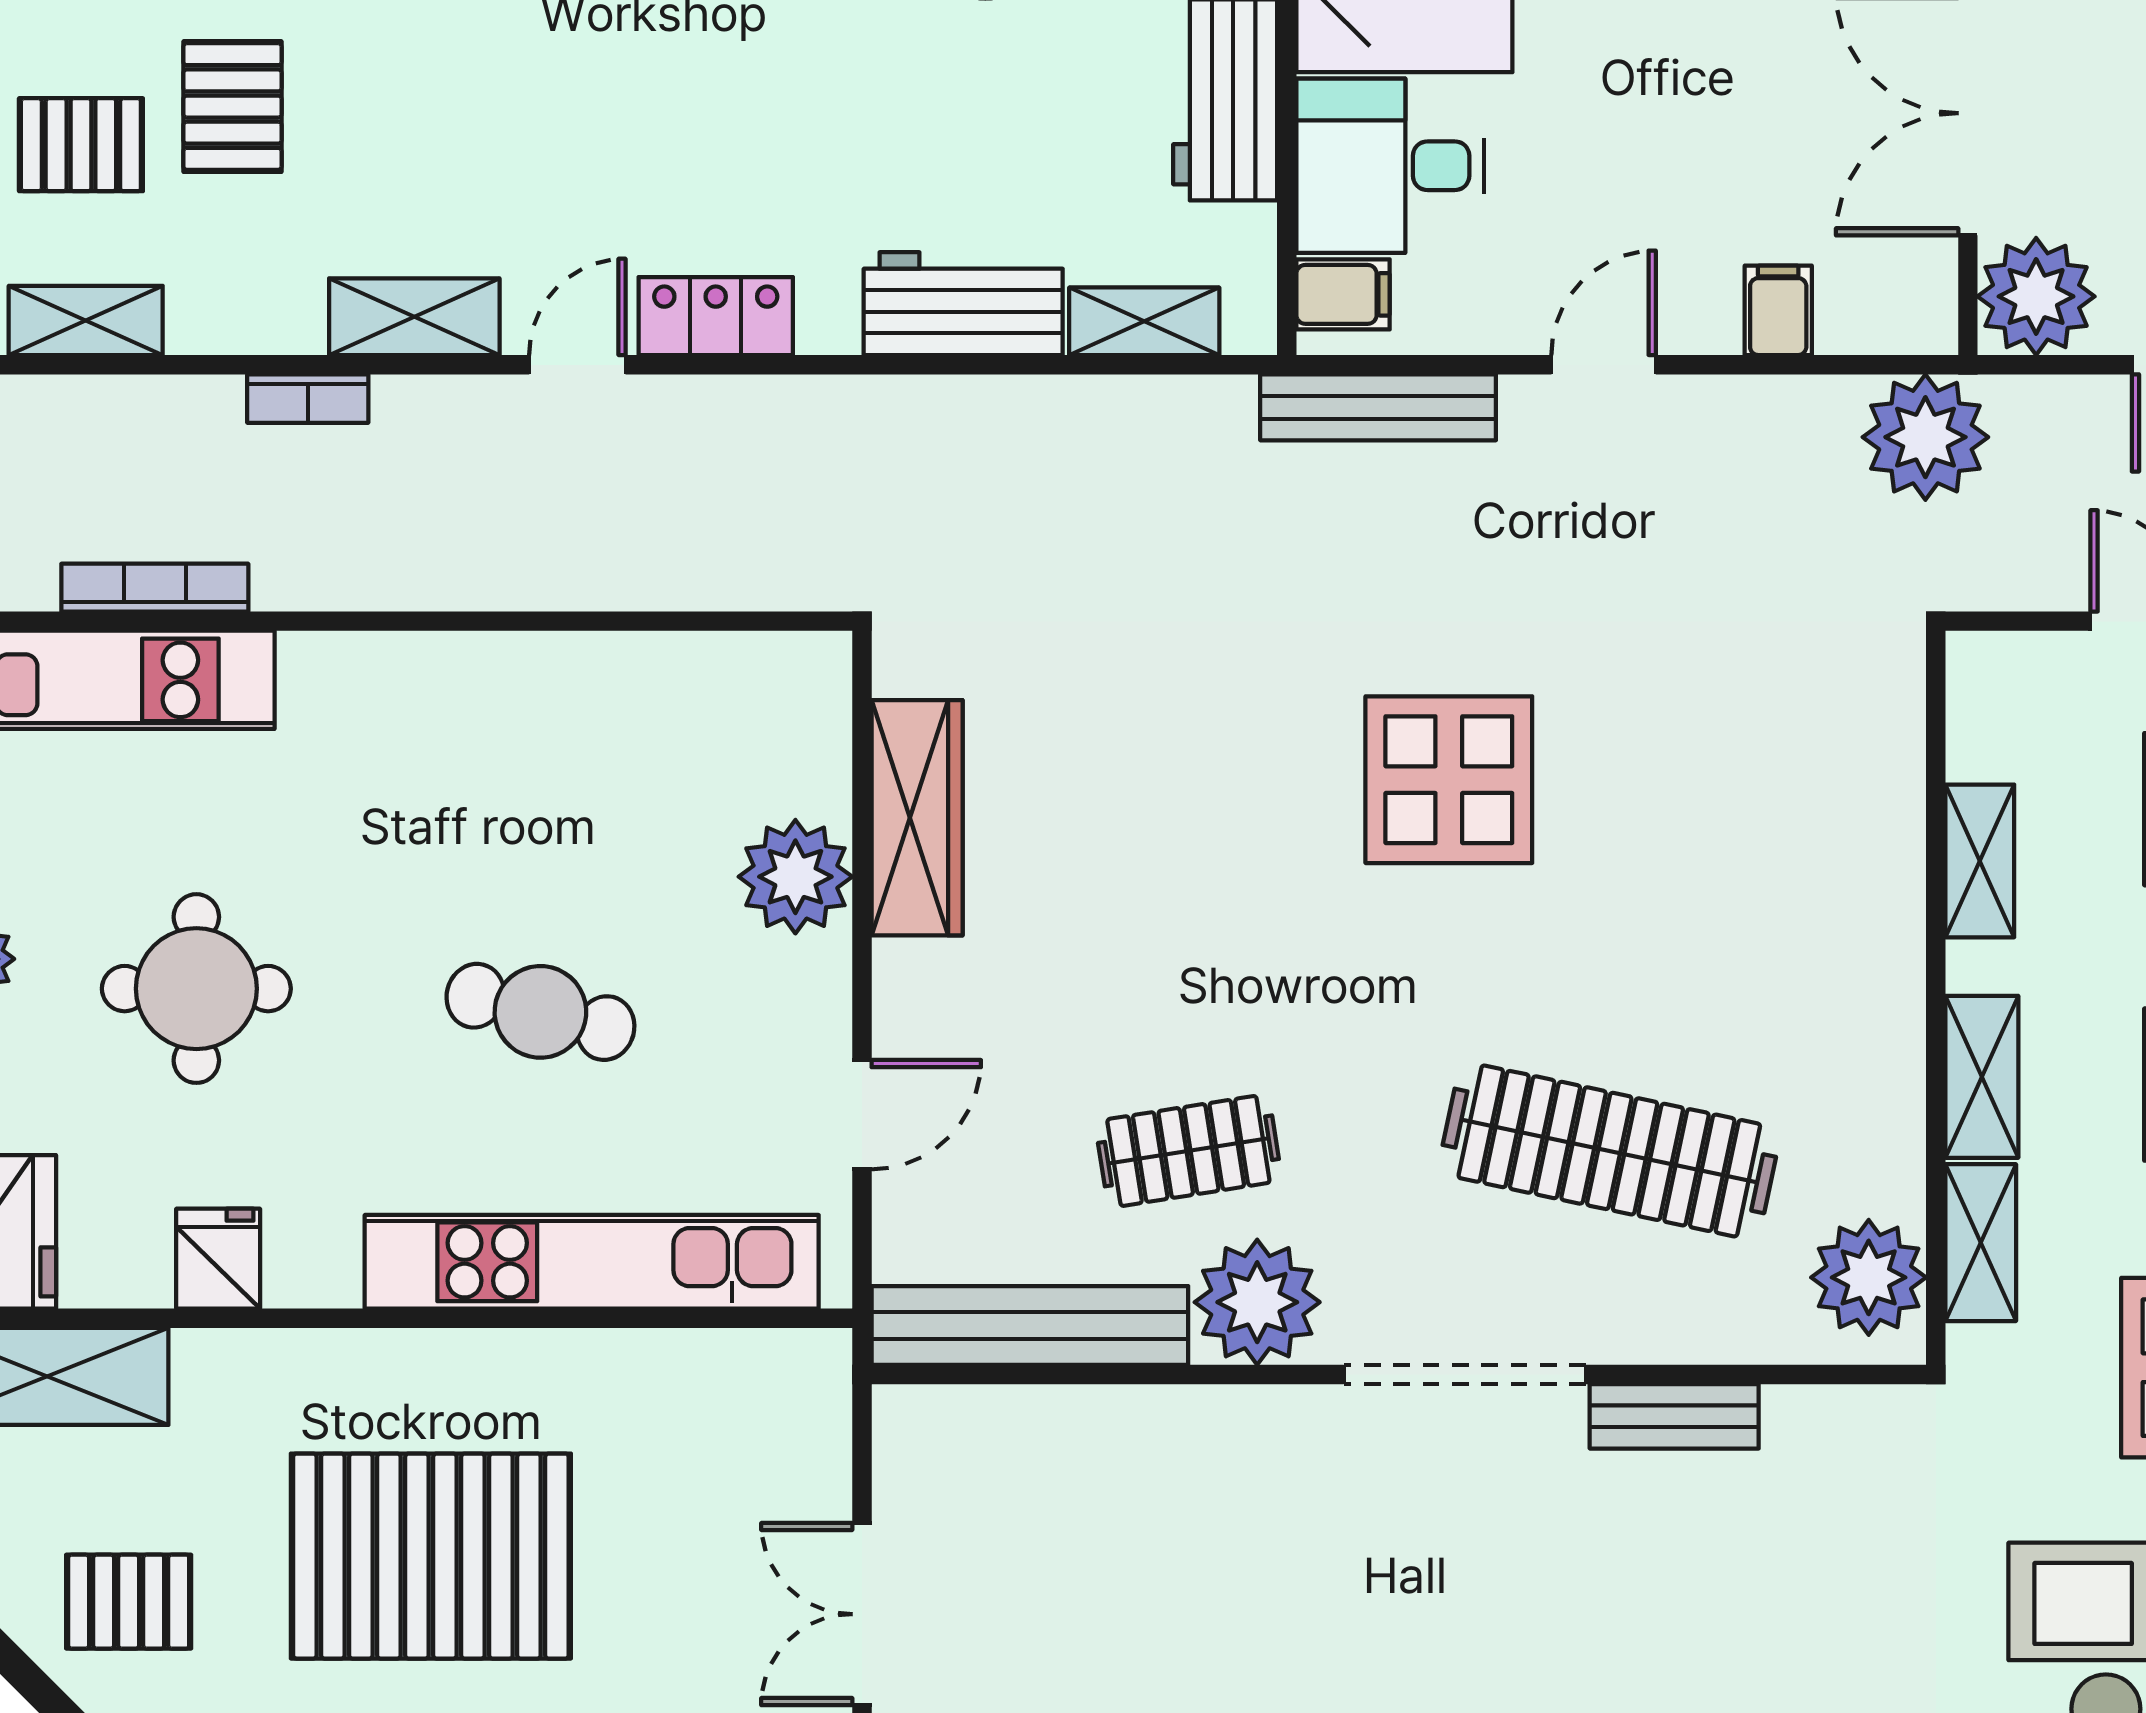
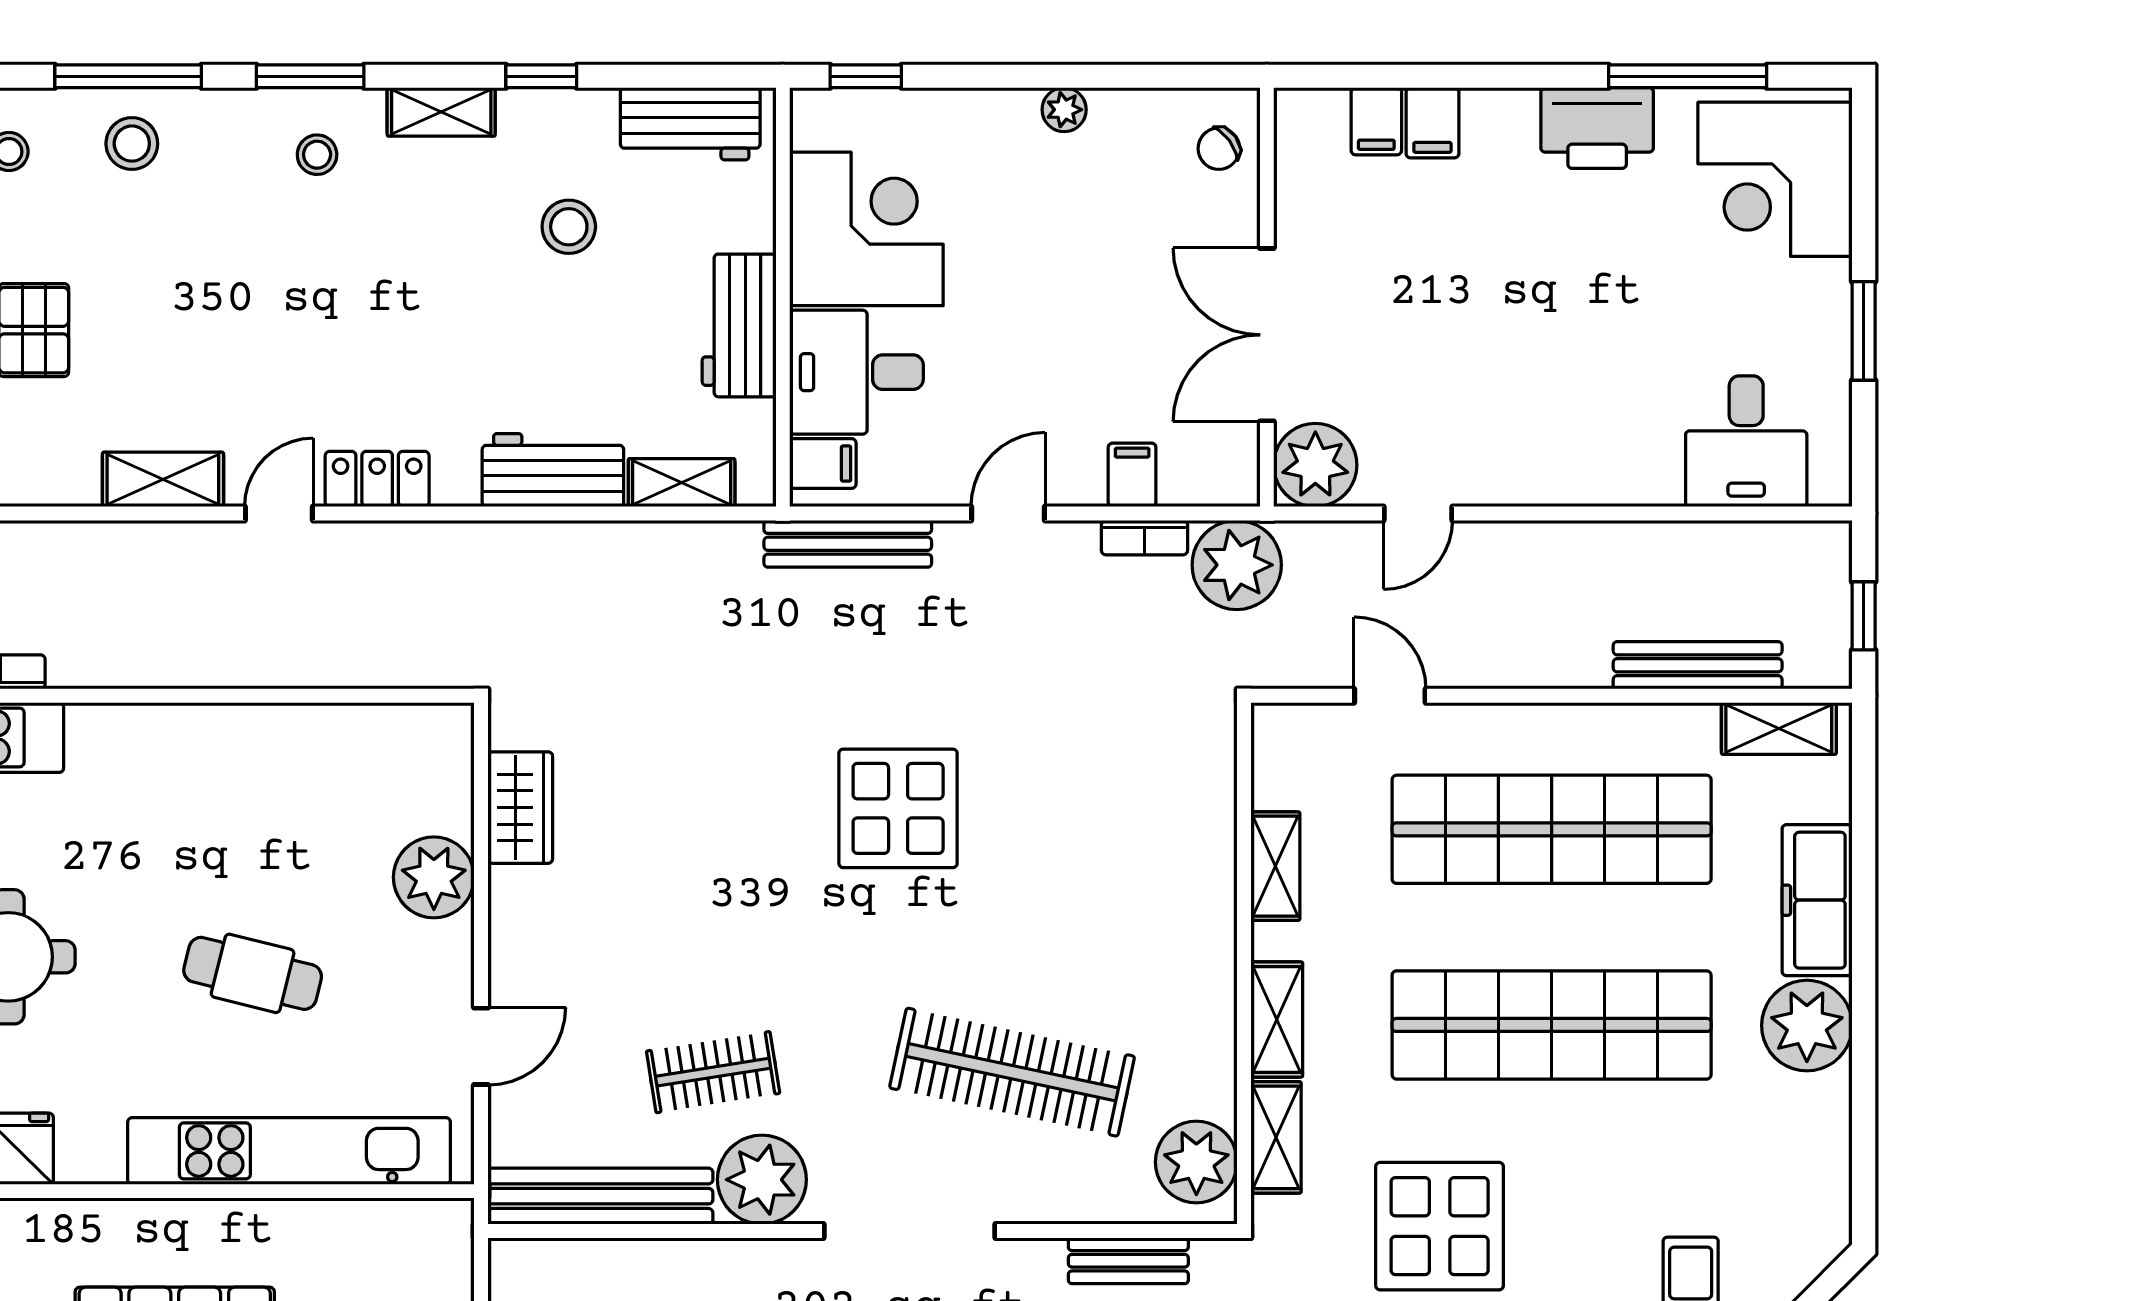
bookcase: (308, 399) -> (1144, 538), moved
wardrobe: (917, 818) -> (520, 808), width x0.67
bench: (1674, 1416) -> (1128, 1261), moved

